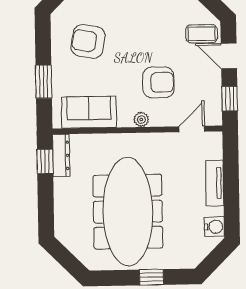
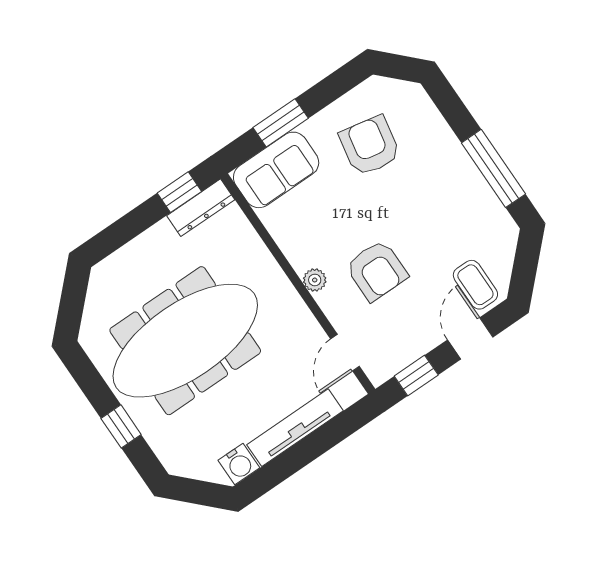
sofa: (89, 112) -> (276, 170), moved, turned 90
door: (192, 129) -> (345, 353), swing flipped
tv unit: (215, 183) -> (295, 428), width x1.41

